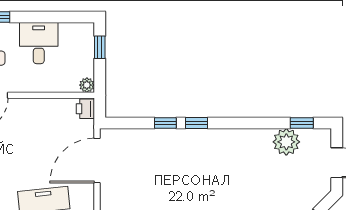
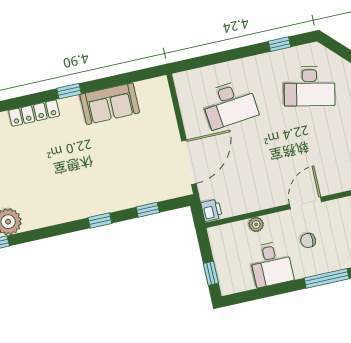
plant: (87, 85) -> (256, 224), moved
window: (165, 123) -> (148, 210), moved

